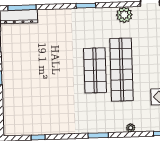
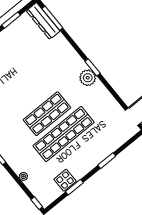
plant: (124, 15) -> (88, 78), moved

